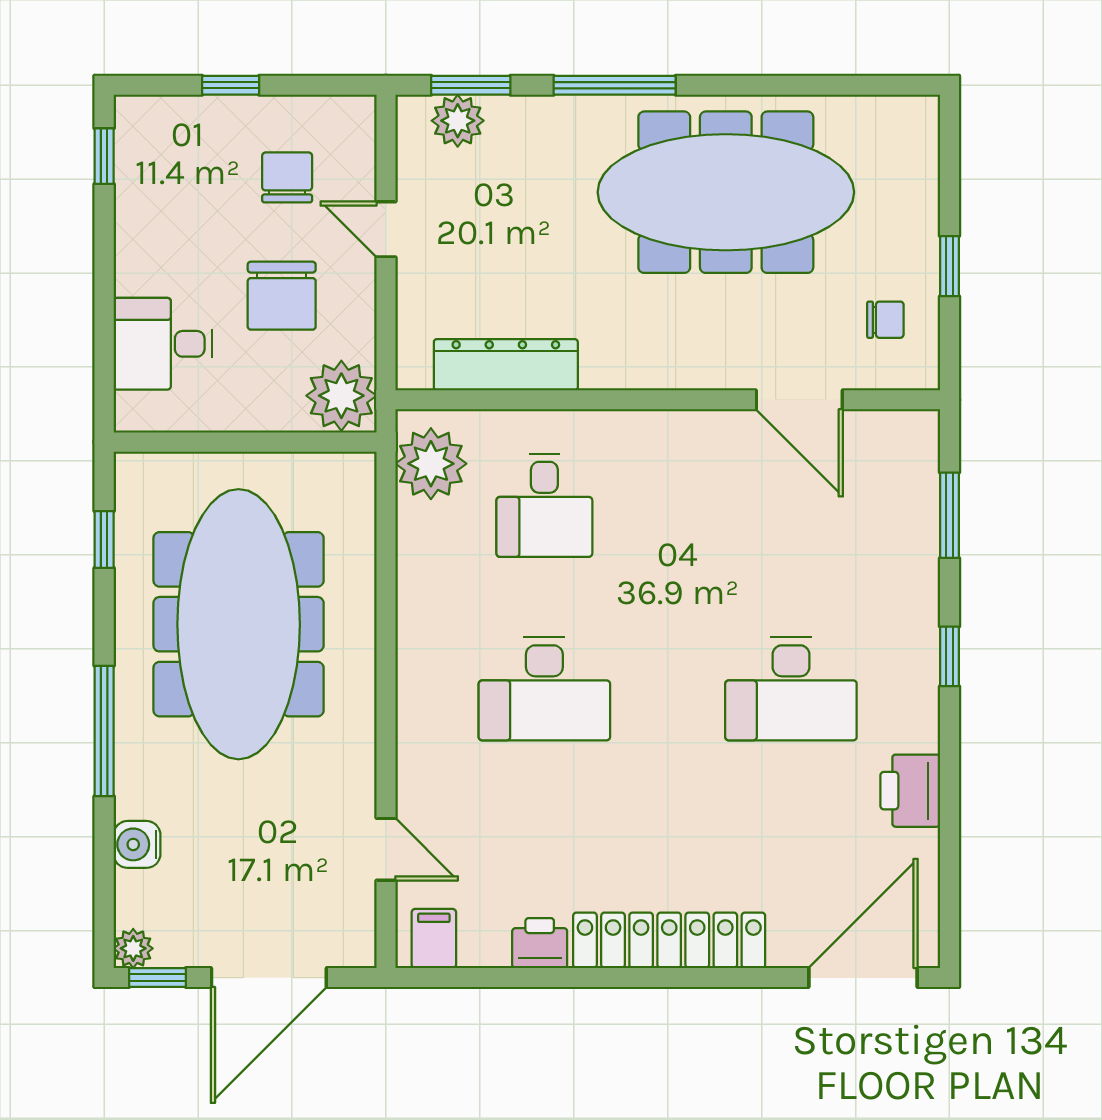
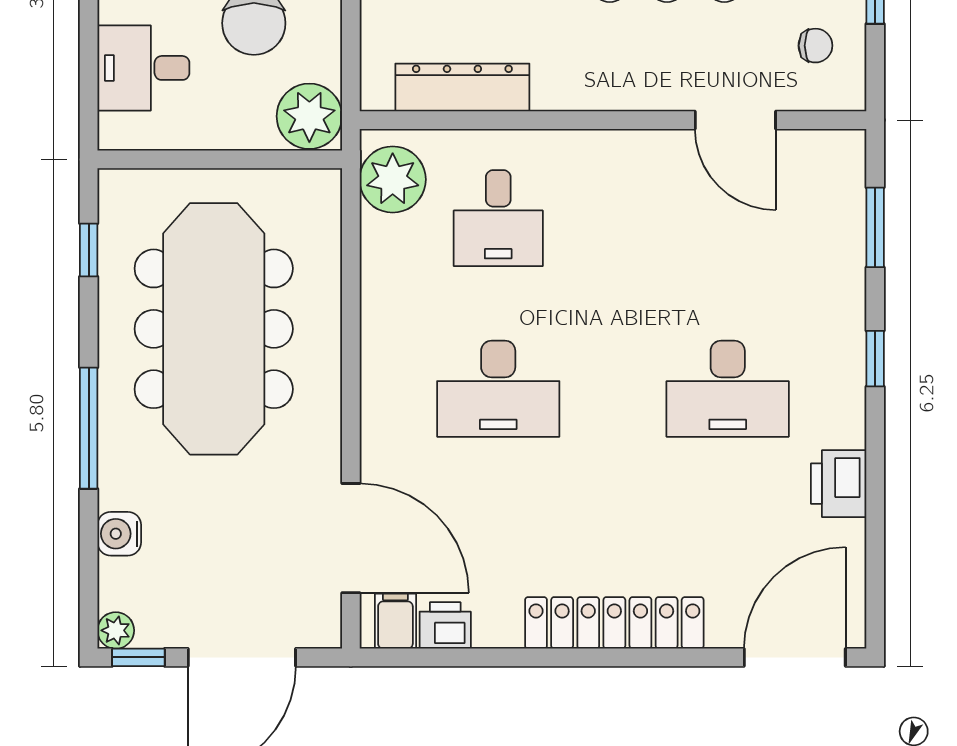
door: (386, 849) -> (351, 538), width x1.88
printer: (540, 943) -> (445, 625), moved

